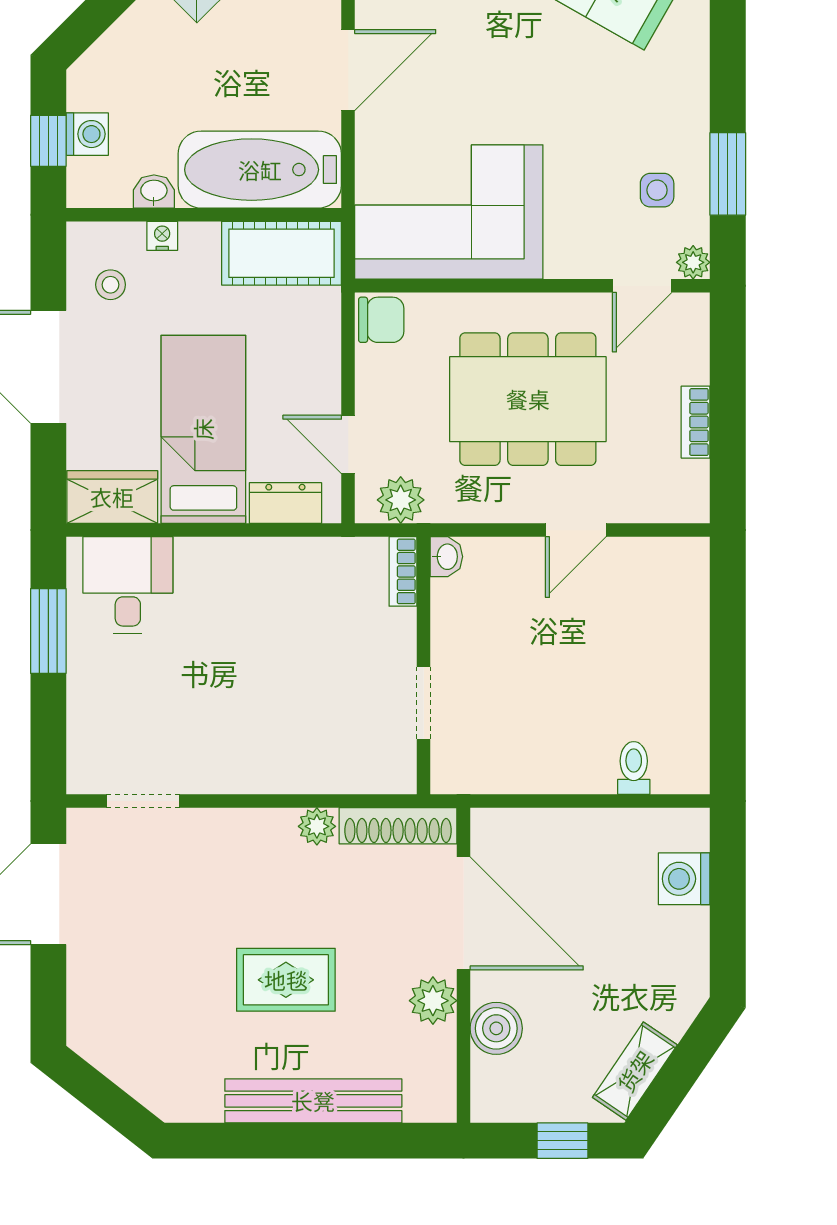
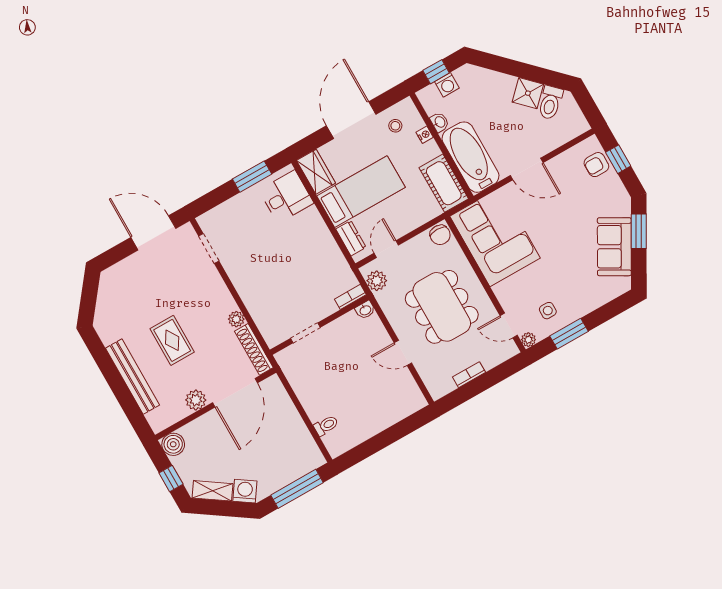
washing machine: (684, 879) -> (245, 491), moved, turned 34
window: (728, 899) -> (297, 489), added
boiler: (496, 1028) -> (173, 444), moved

